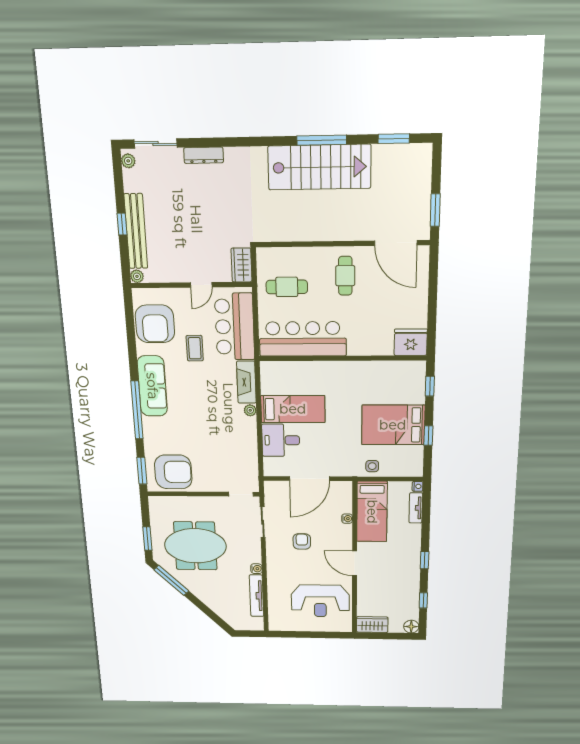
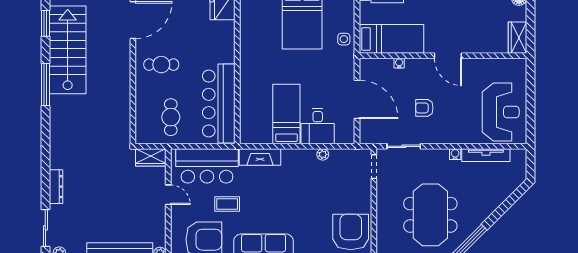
stairs: (319, 167) -> (68, 50), moved
plant: (250, 410) -> (323, 154), moved
door: (355, 563) -> (448, 56), hinge flipped
reception desk: (320, 601) -> (501, 112), moved

